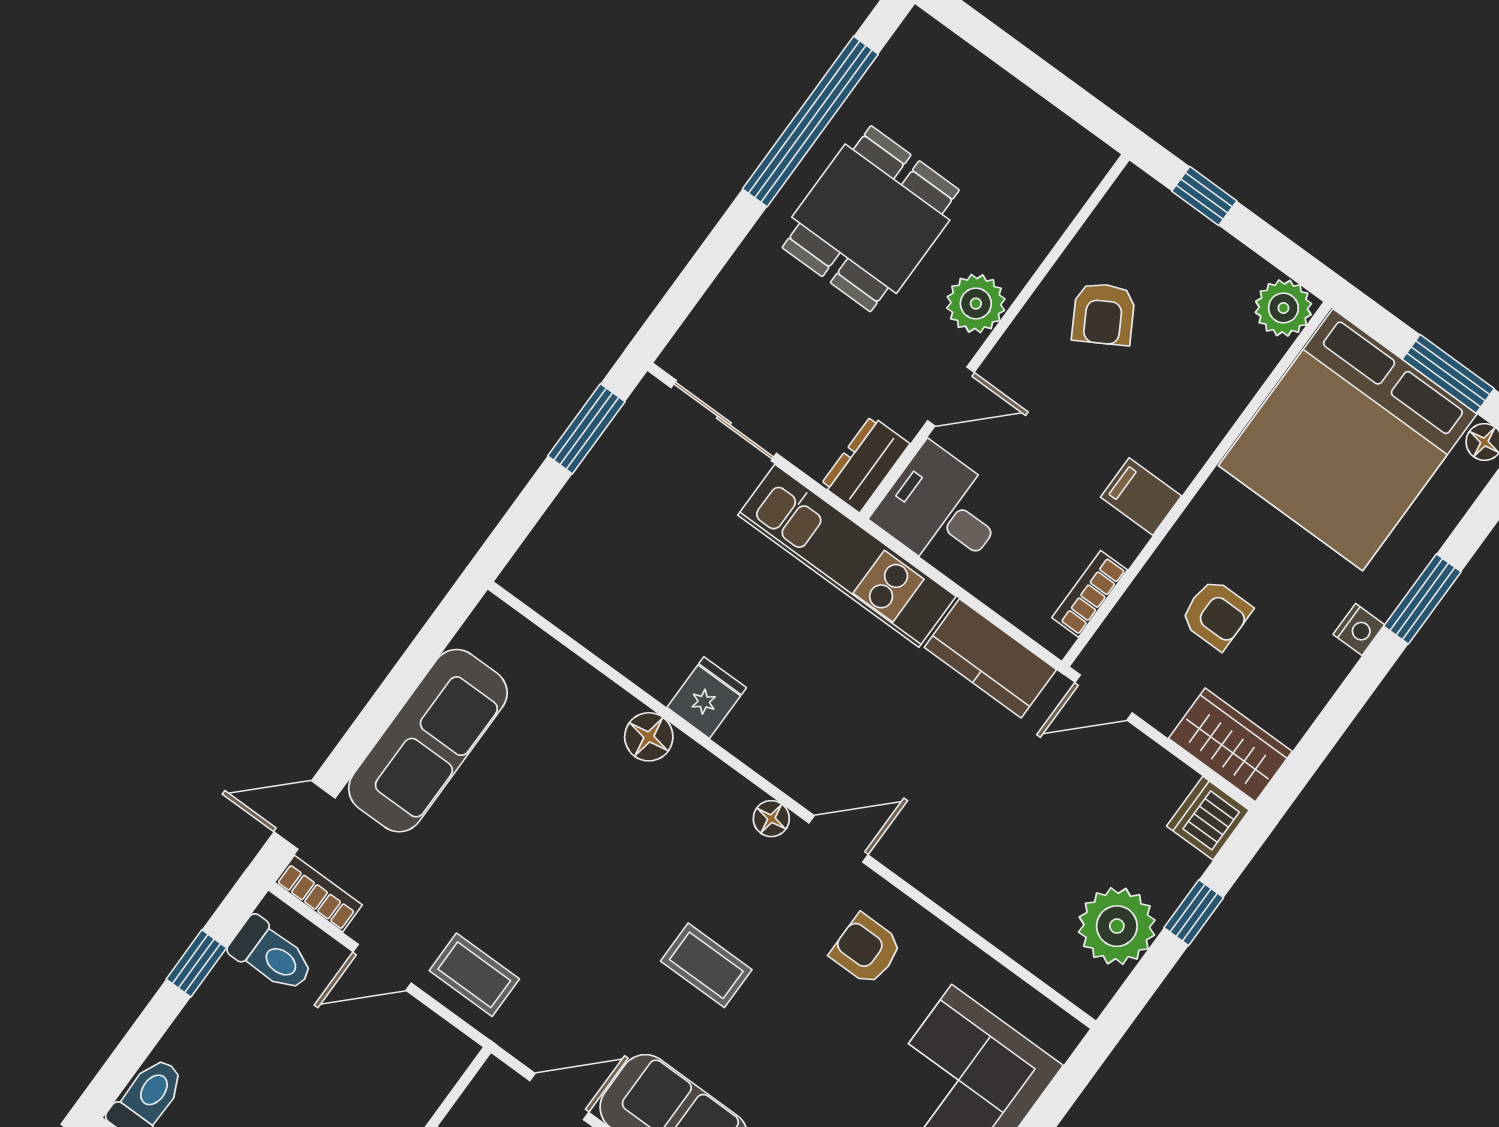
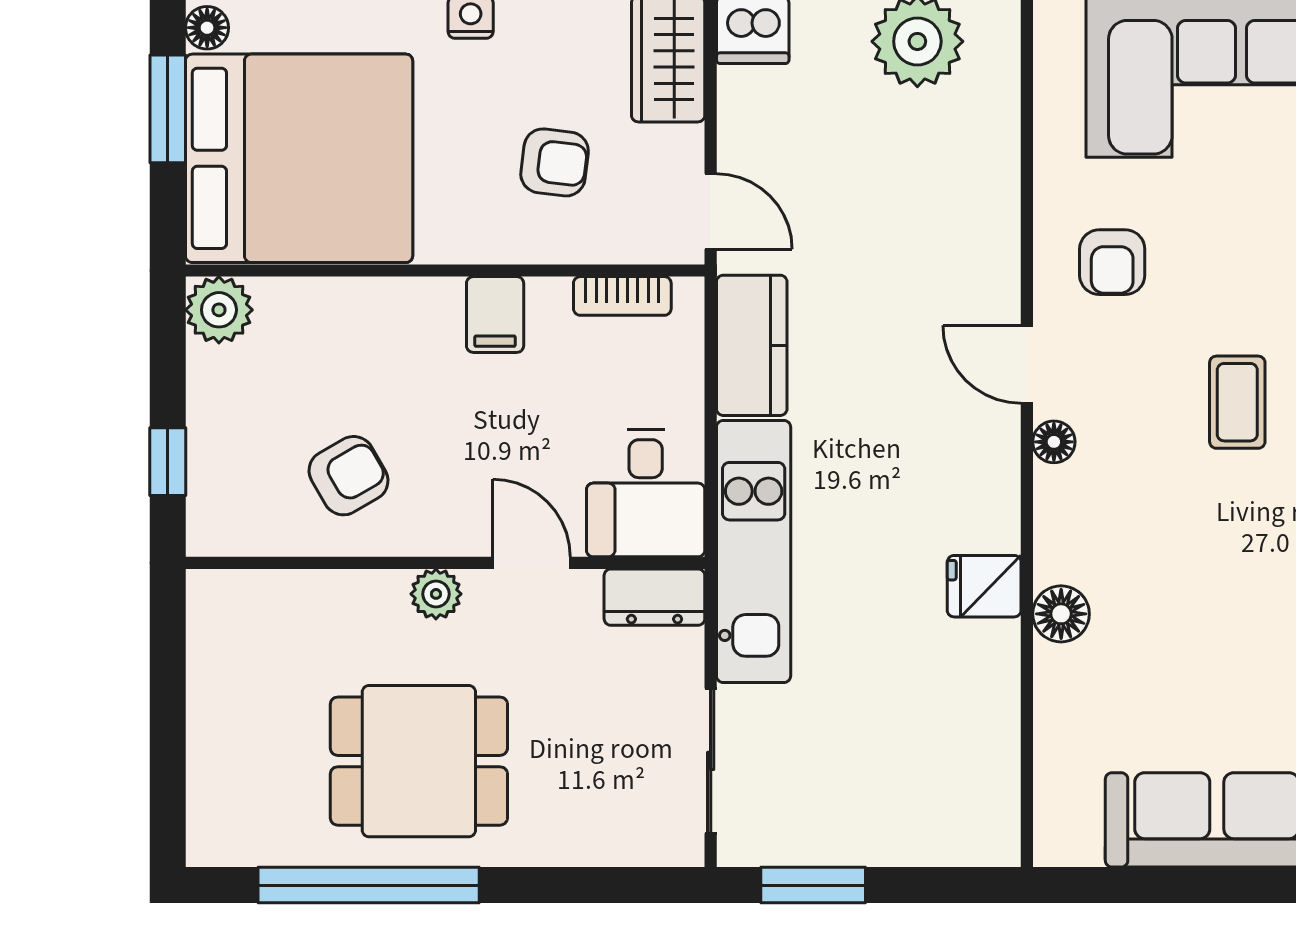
plant: (976, 304) -> (436, 594), width x0.73, depth x0.73
armchair: (1216, 614) -> (555, 162), turned 97

